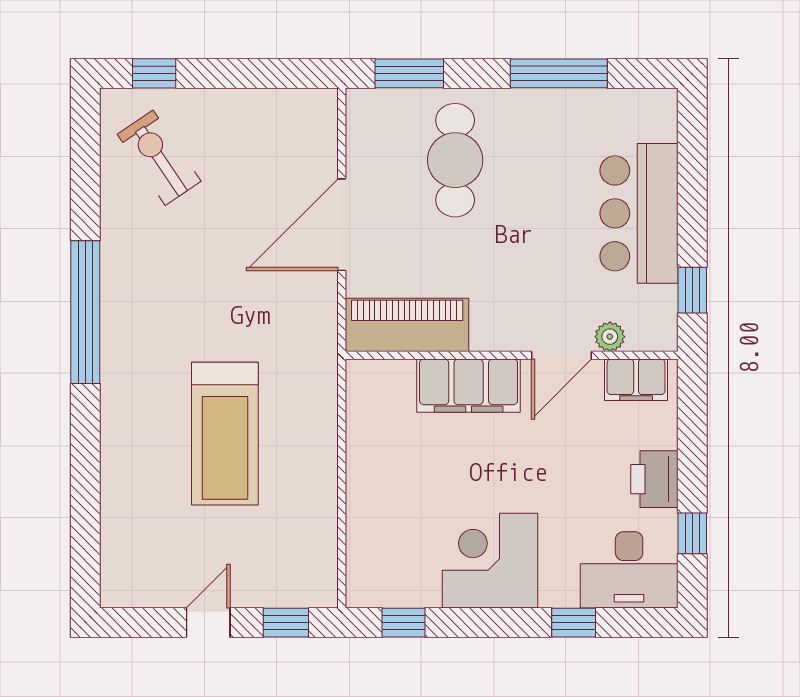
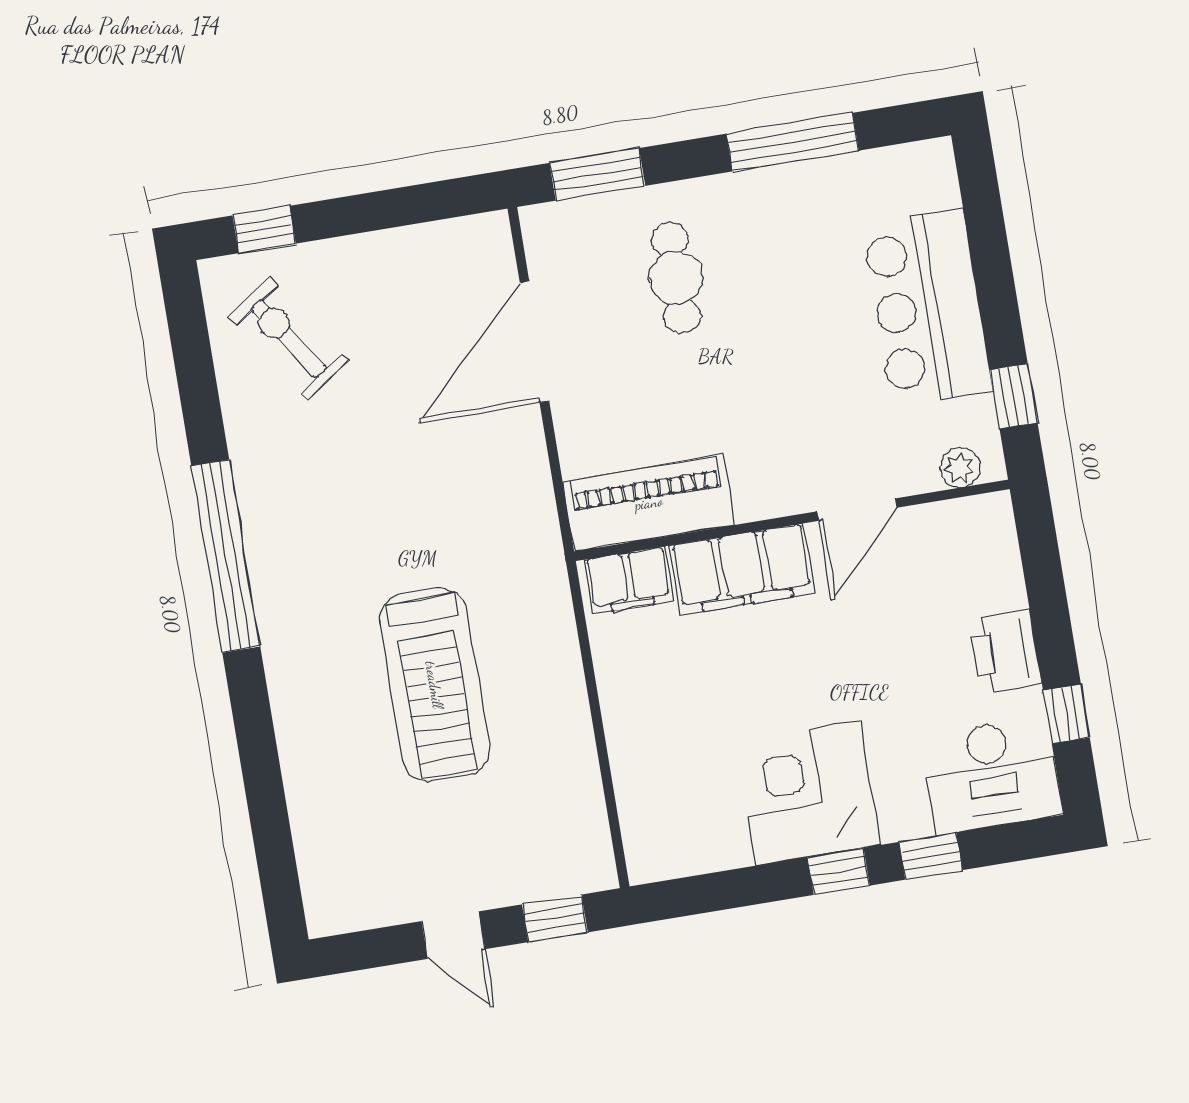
cafe table: (455, 160) -> (676, 278), width x0.73, depth x0.74
door: (342, 225) -> (534, 342), moved
plant: (610, 337) -> (960, 468), moved
filing cabinet: (636, 380) -> (629, 580), moved
door: (208, 623) -> (453, 935), swing flipped
window: (403, 623) -> (839, 871), moved

